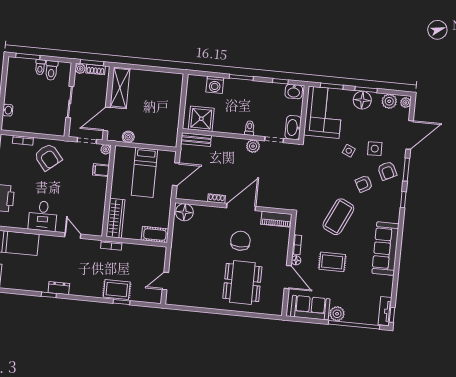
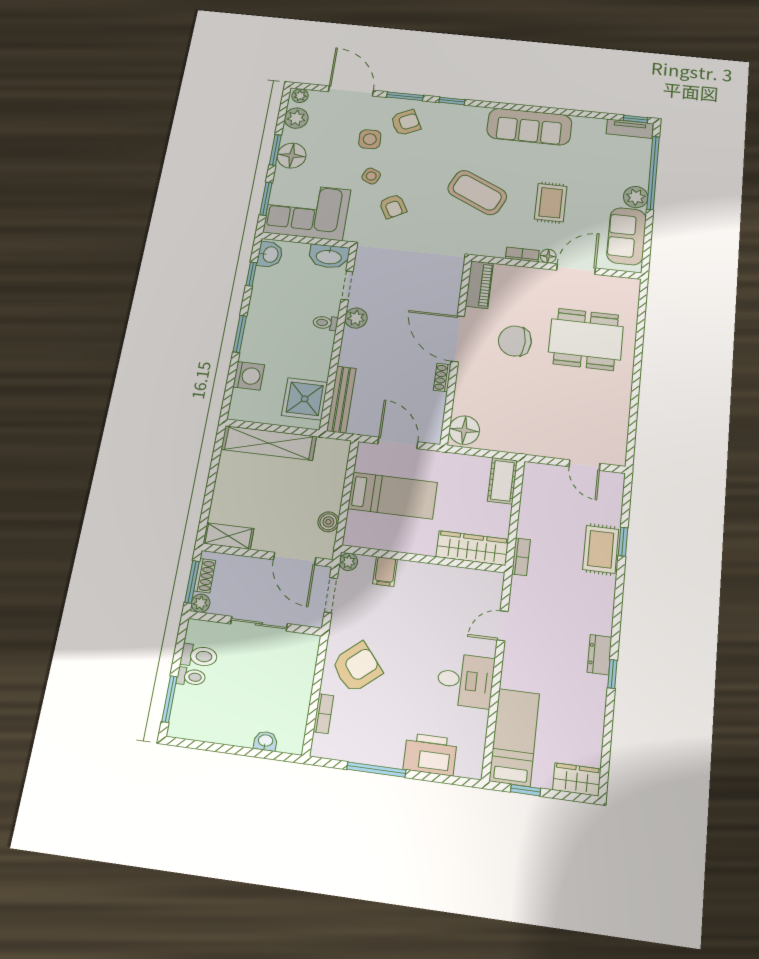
shelving: (120, 88) -> (228, 536), width x0.67, depth x0.75
shelving: (174, 100) -> (269, 443), added
bench: (196, 140) -> (341, 399), width x1.36
armchair: (364, 184) -> (393, 206), moved

